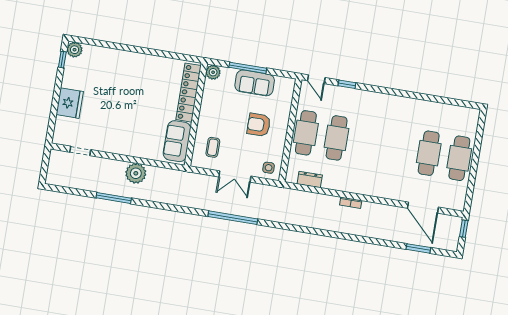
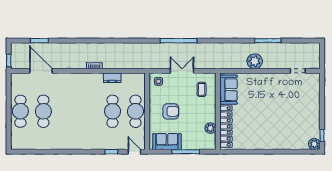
plant: (213, 72) -> (211, 128), moved
sofa: (255, 83) -> (167, 142), moved
fridge: (70, 103) -> (311, 104), removed
dresser: (310, 179) -> (112, 78), moved

